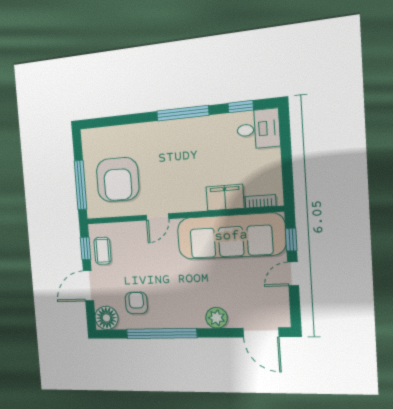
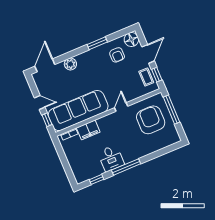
desk: (258, 129) -> (111, 158), moved, turned -90
door: (293, 274) -> (40, 103), hinge flipped
door: (261, 332) -> (45, 65), hinge flipped
window: (161, 333) -> (97, 43), width x0.47

